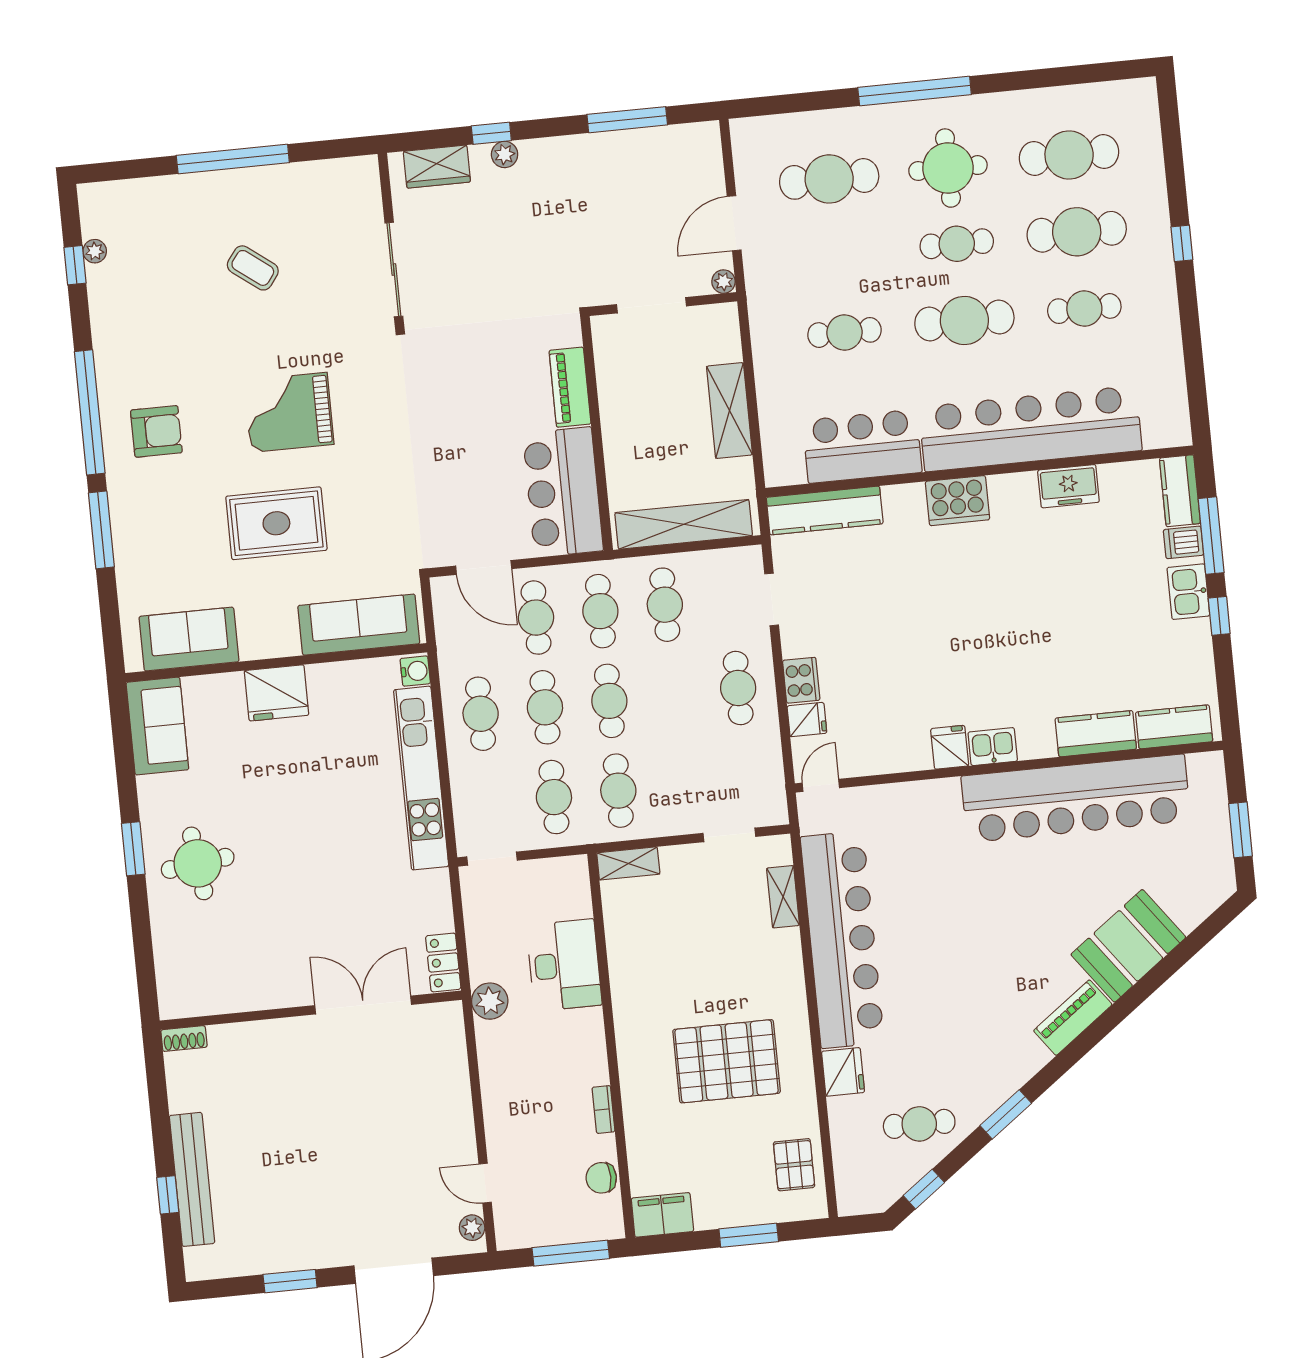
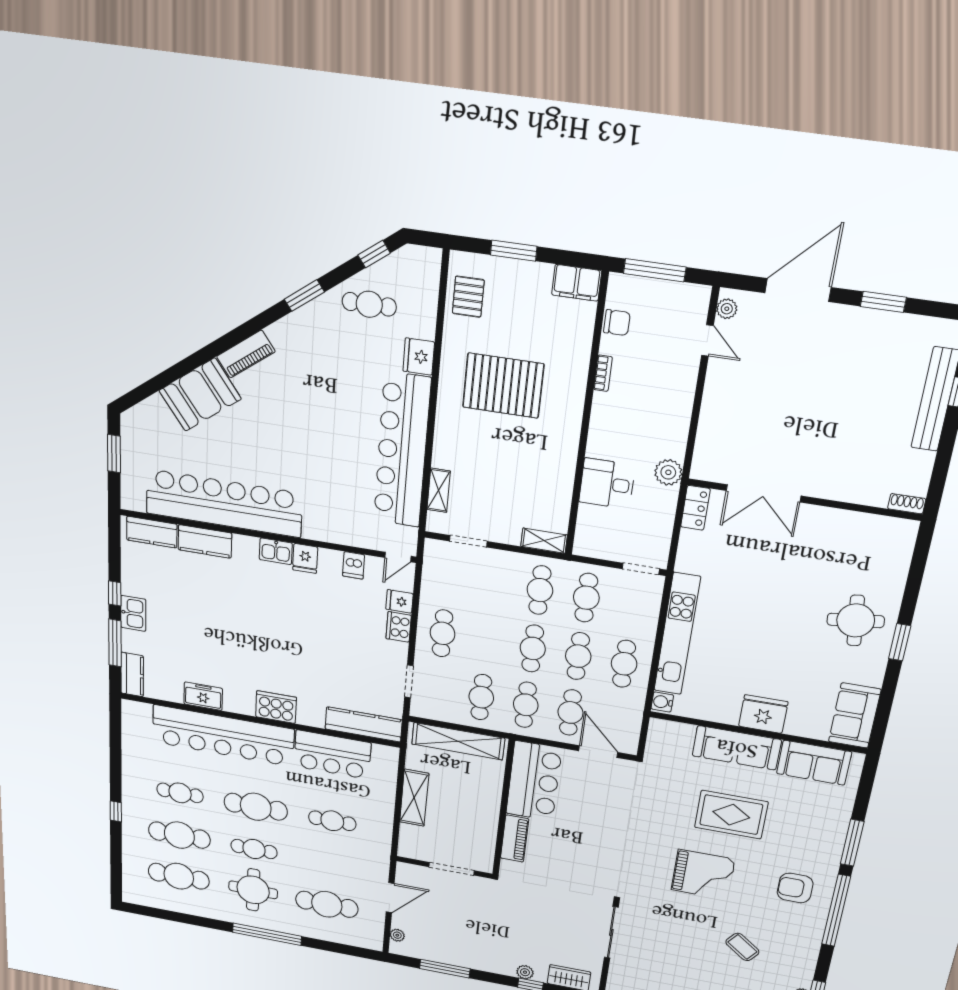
coffee table: (253, 268) -> (742, 947), moved
plant: (724, 282) -> (397, 935), moved
dishwasher: (1183, 542) -> (354, 565), moved, turned 90
sofa: (359, 625) -> (737, 748), moved
desk: (564, 965) -> (607, 484), width x0.73

